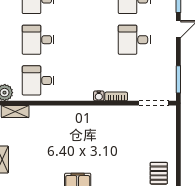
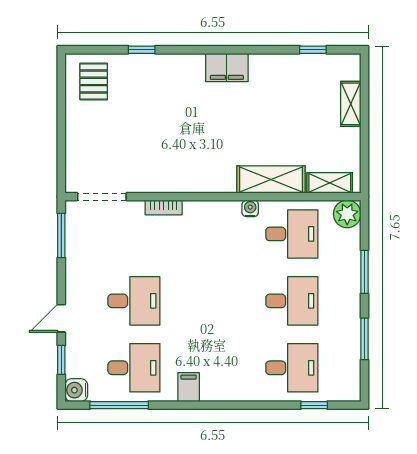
water cooler: (99, 96) -> (250, 208), moved
shelving: (51, 114) -> (271, 179), added

